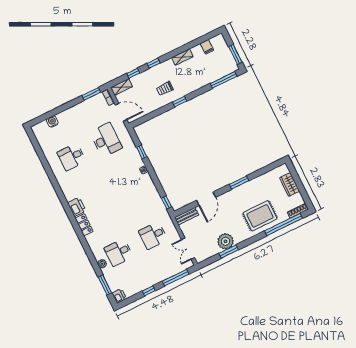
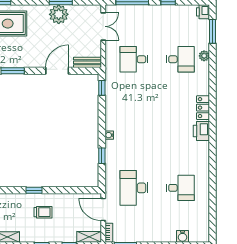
desk: (153, 235) -> (134, 59), turned 180

